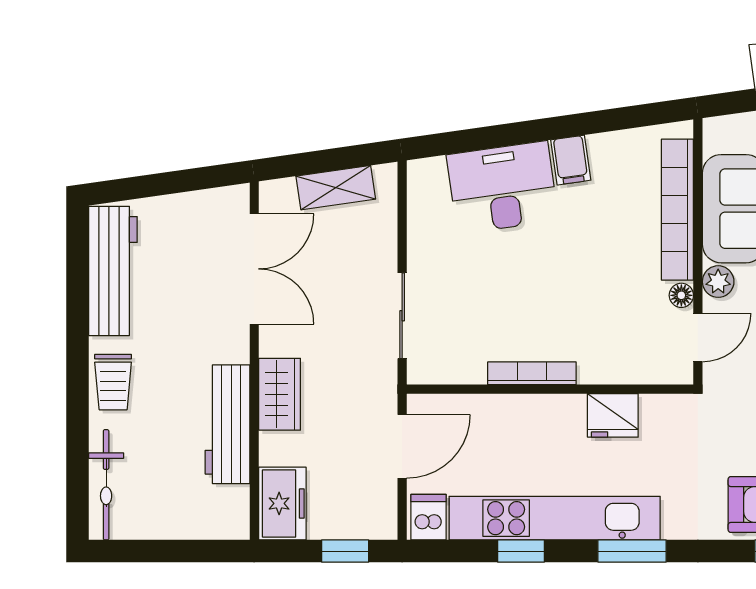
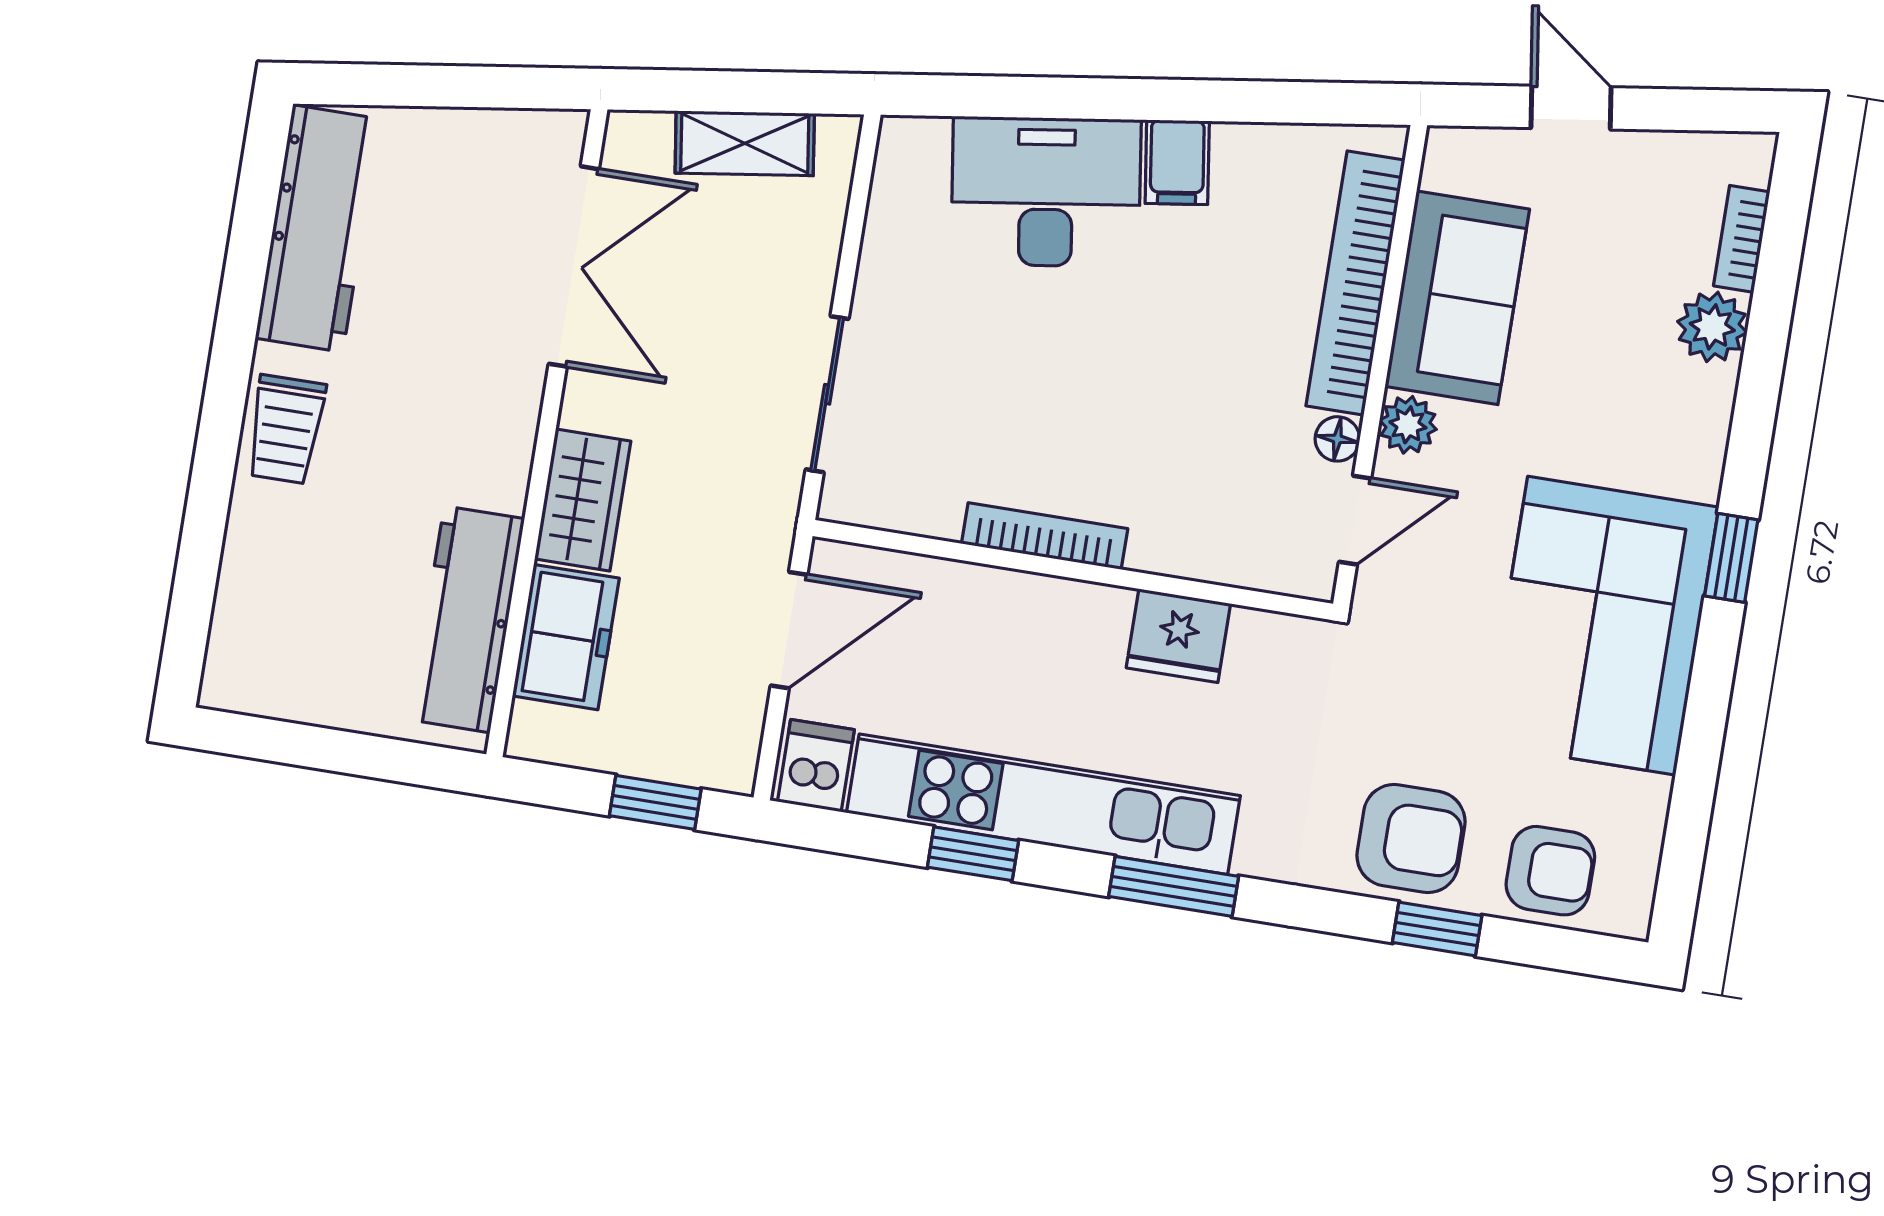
workbench: (228, 424) -> (467, 619), moved
bicycle: (106, 485) -> (243, 613), removed
freezer: (282, 503) -> (566, 637), moved

